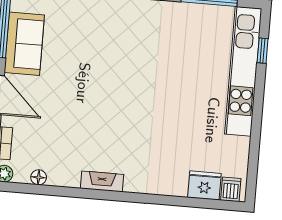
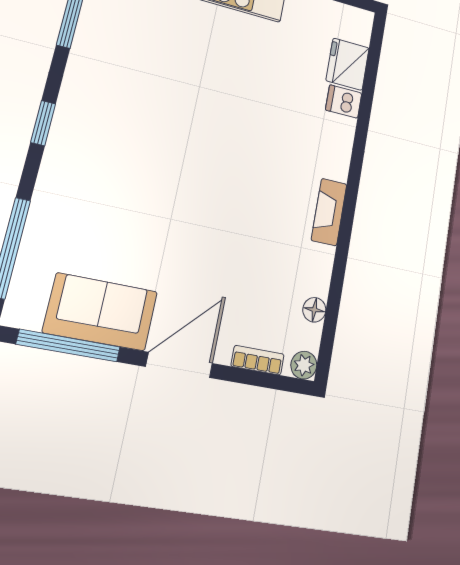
dishwasher: (231, 189) -> (344, 101), moved

